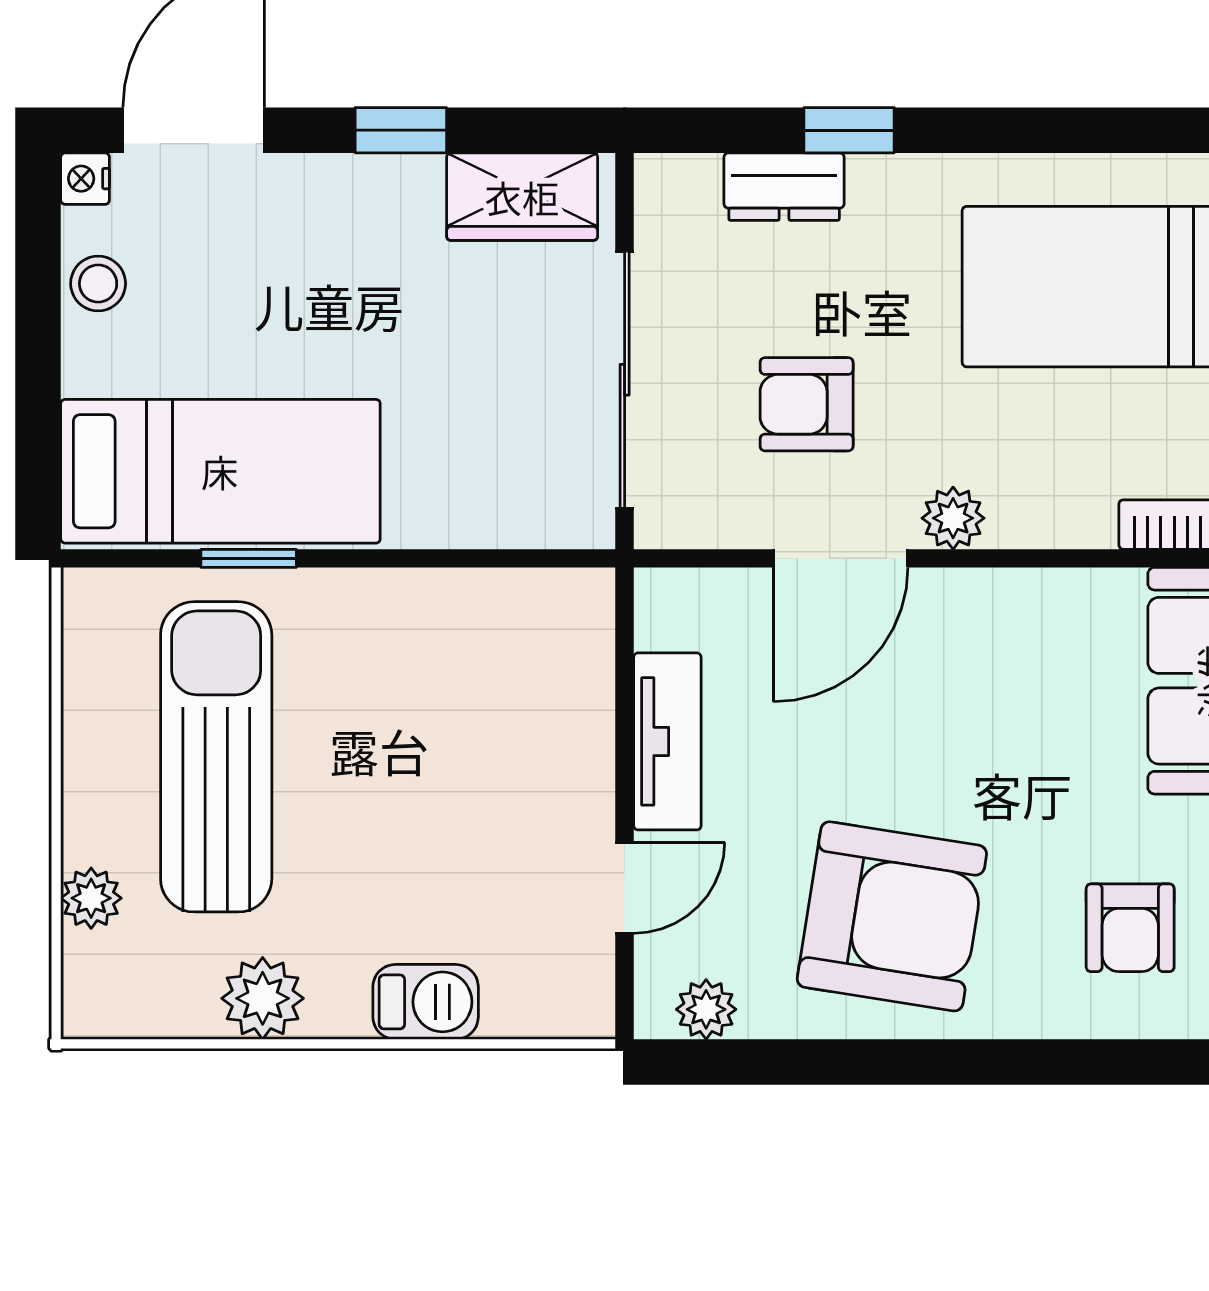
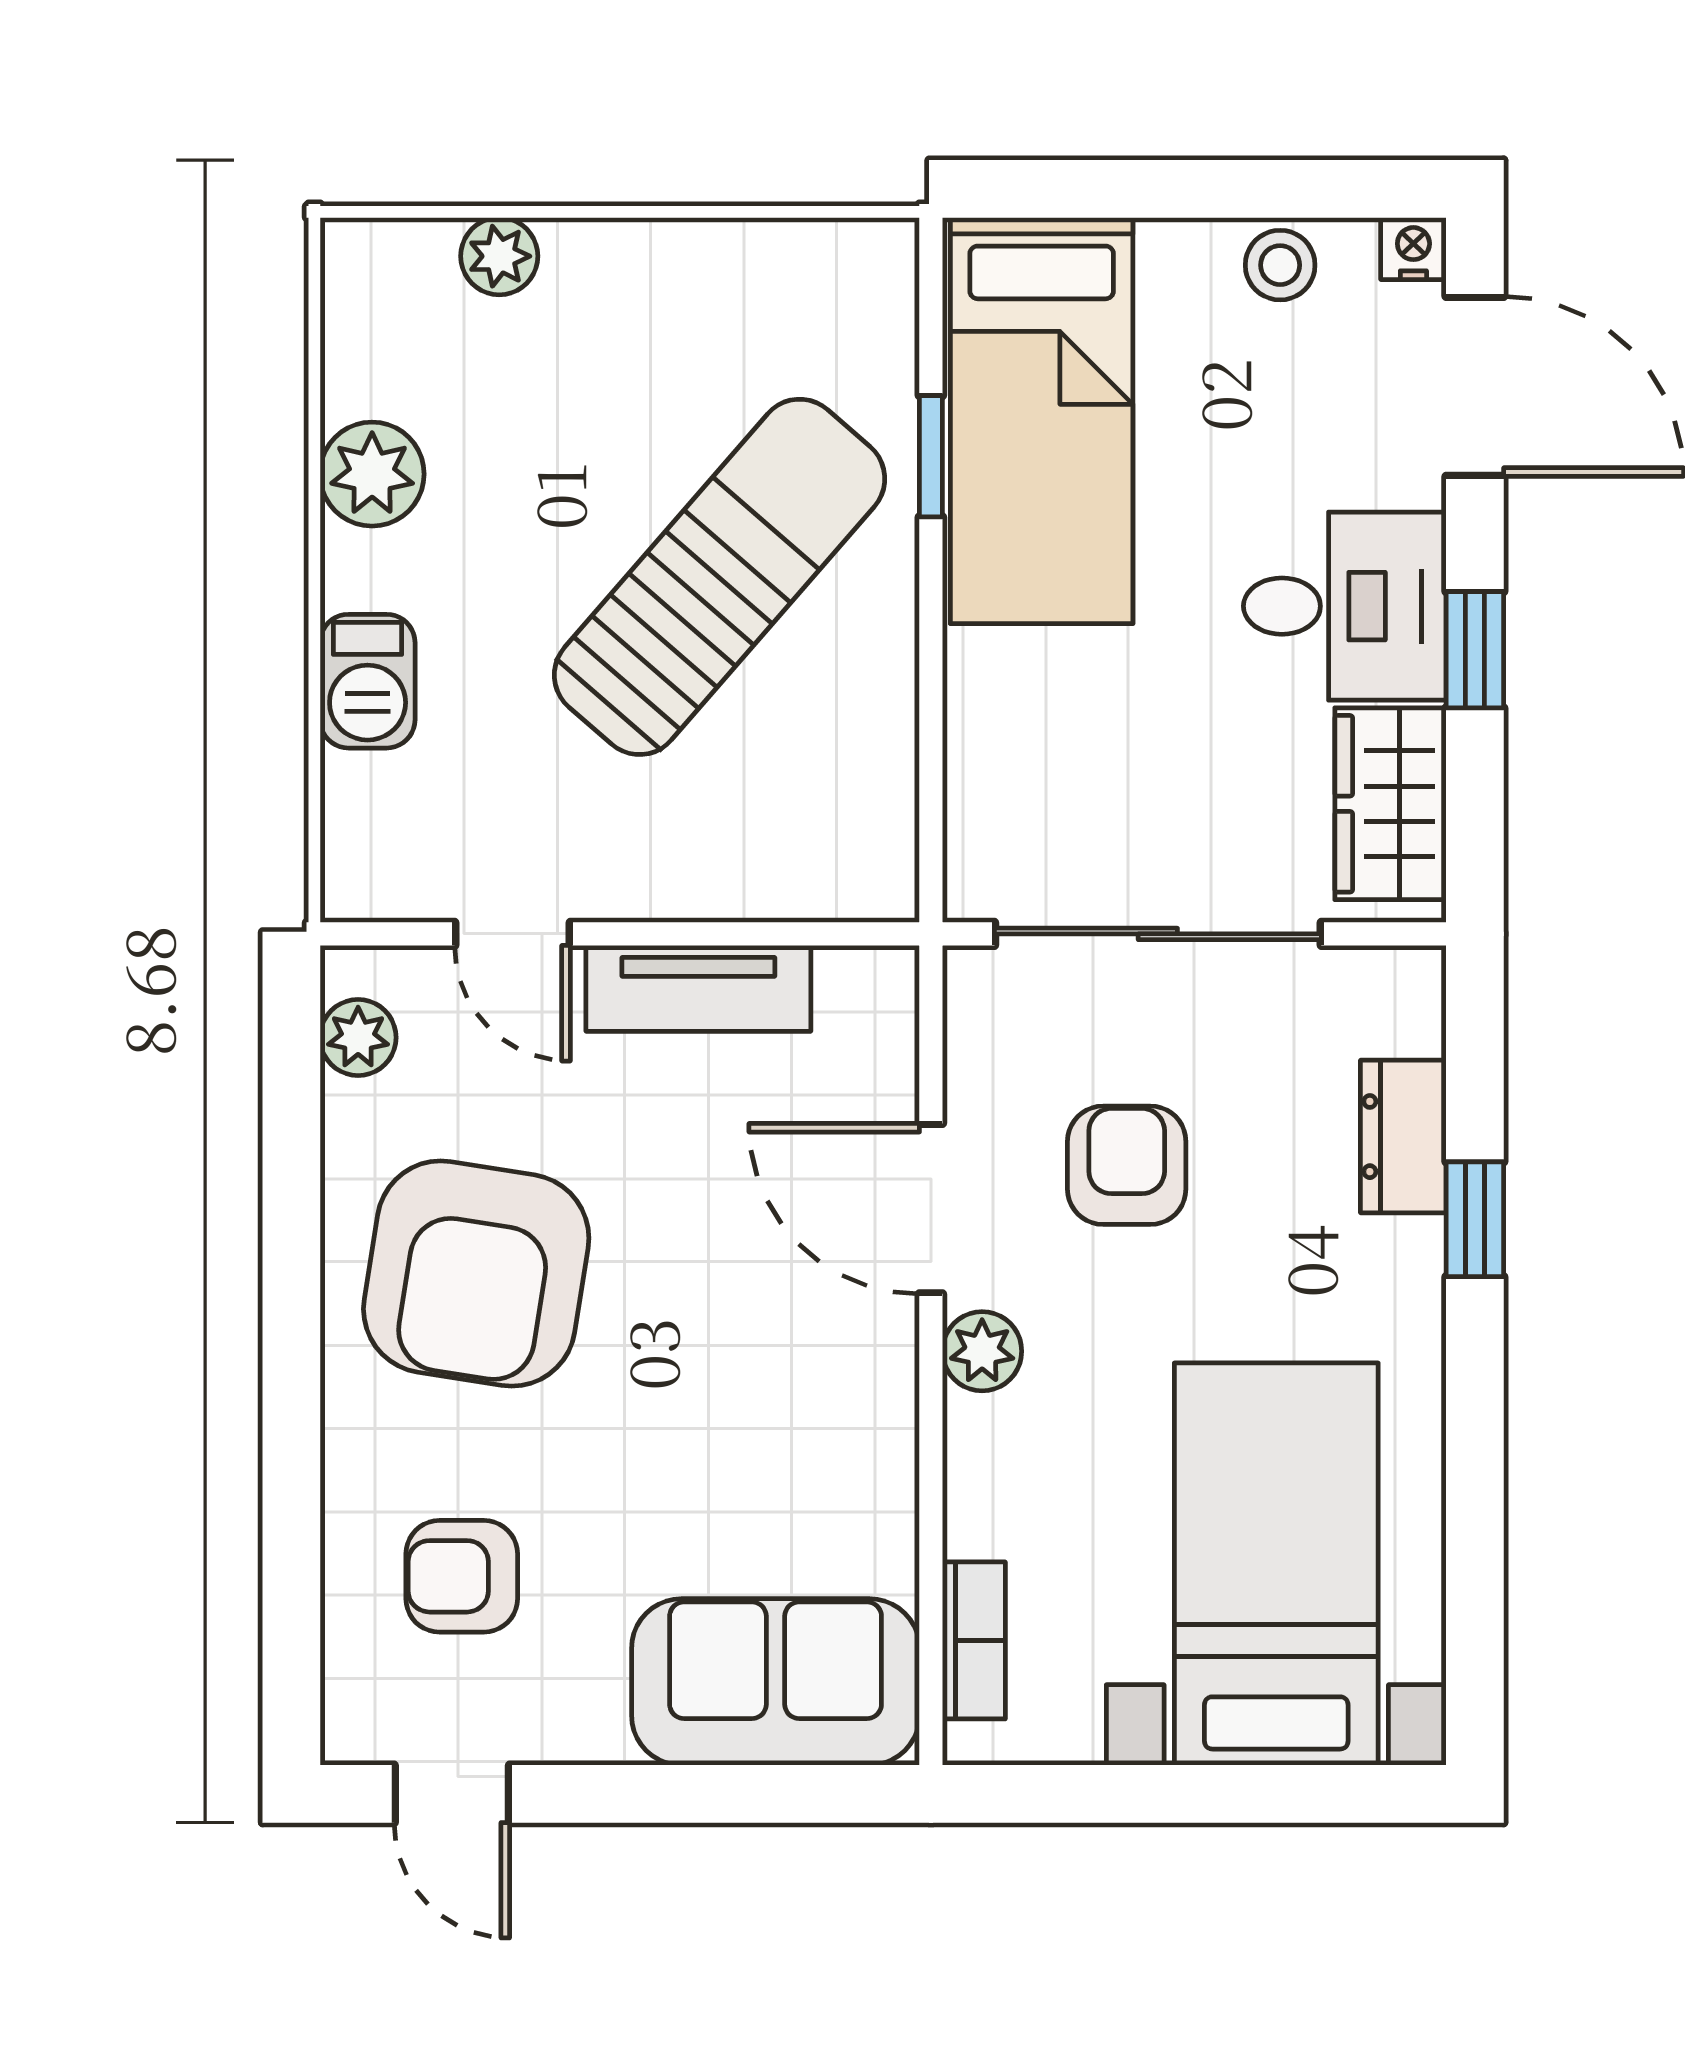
desk: (367, 233) -> (1345, 606), added
sun lounger: (216, 757) -> (720, 577), moved, turned -49

